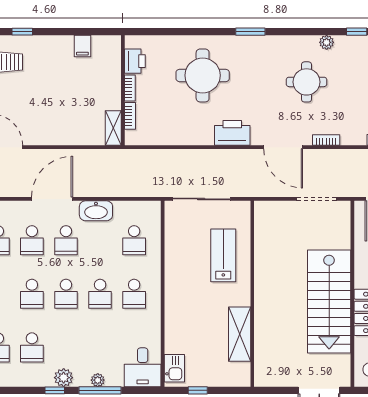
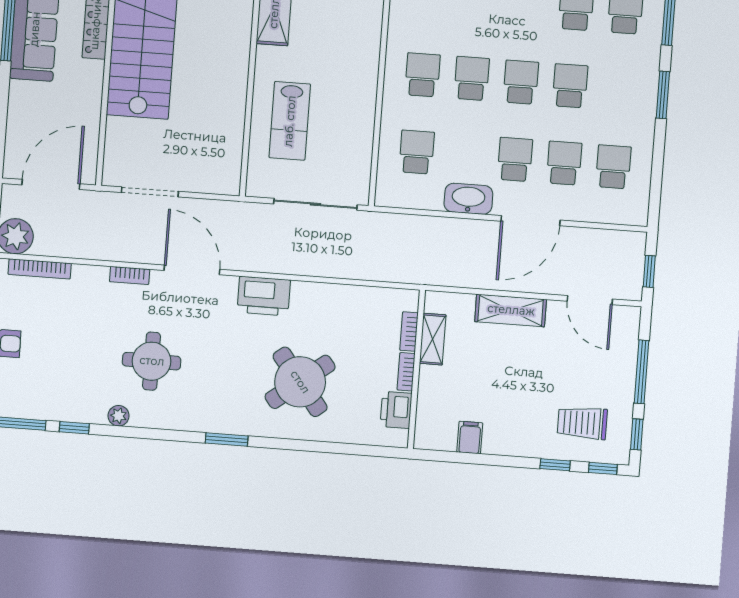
round table: (203, 75) -> (300, 382), turned -38
shelving: (113, 128) -> (433, 339), moved
shelving: (61, 136) -> (511, 310), added

